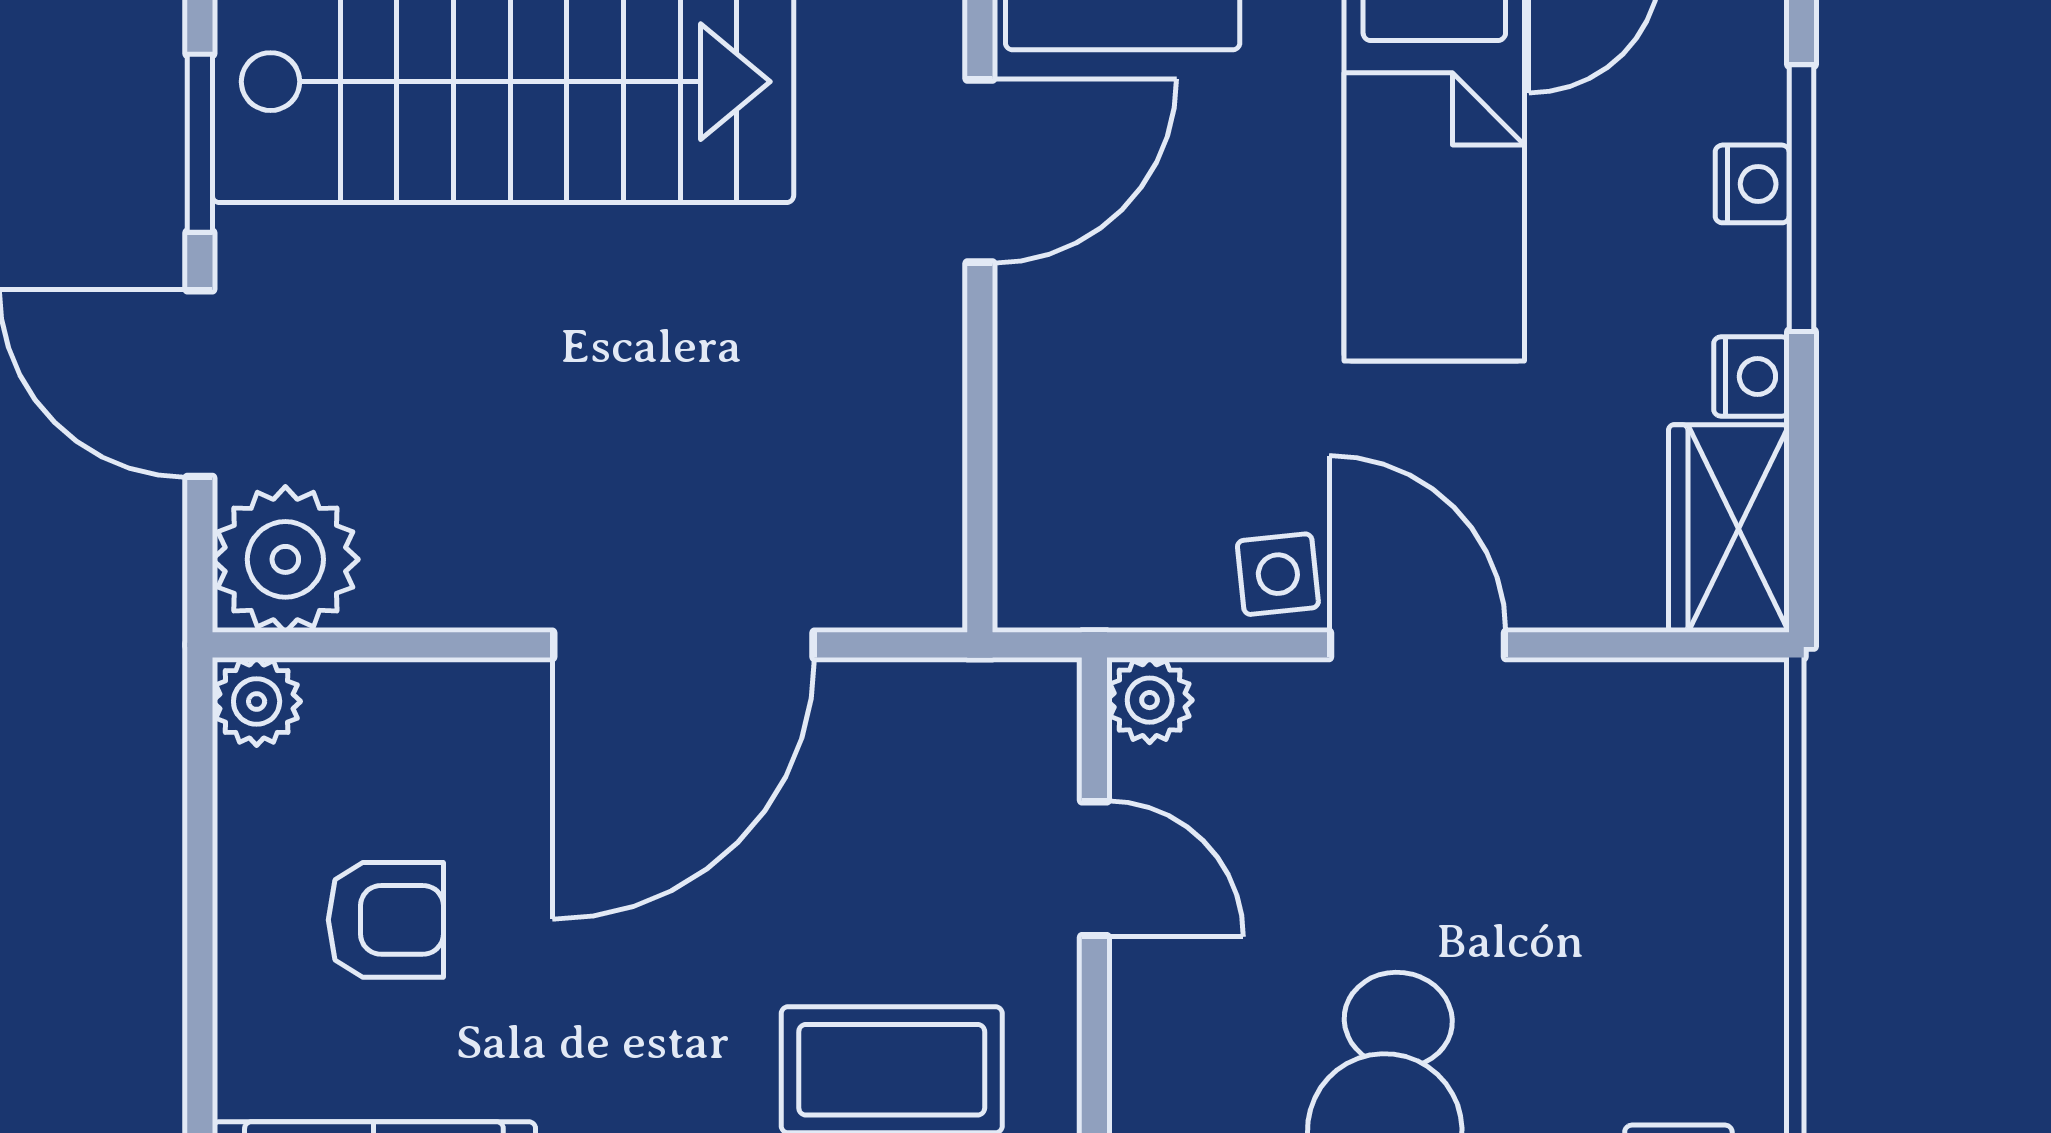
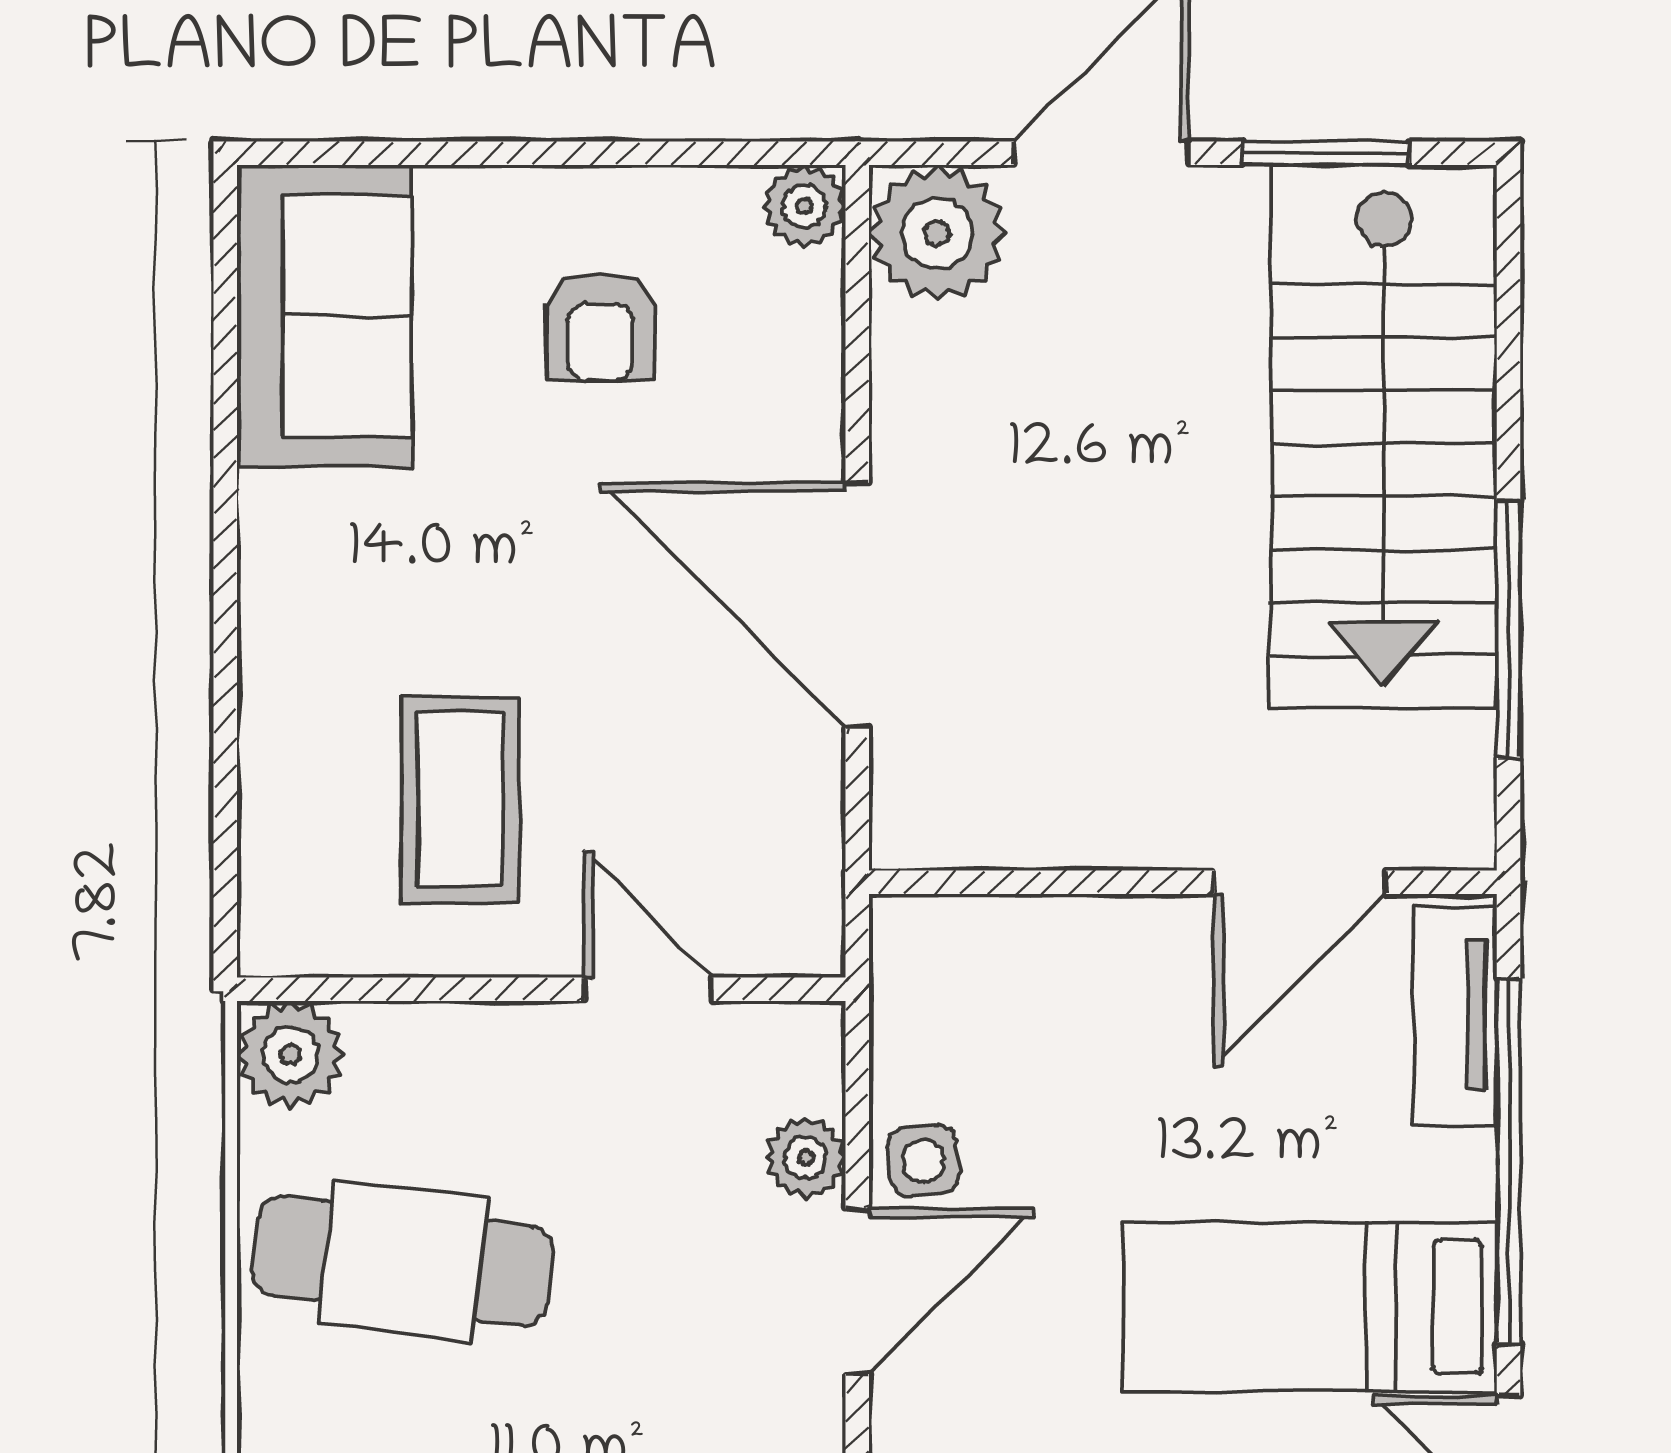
door: (980, 171) -> (1300, 882), hinge flipped
plant: (1150, 700) -> (806, 1158), moved
door: (1094, 869) -> (648, 989), swing flipped

